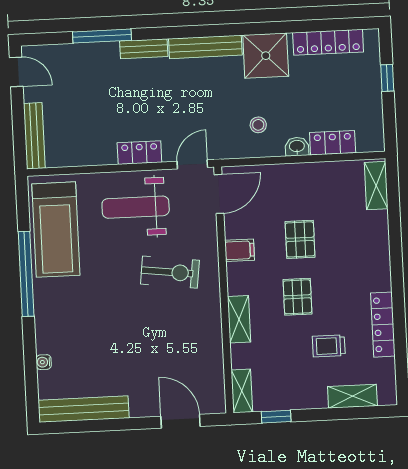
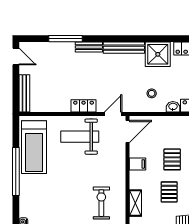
exercise bike: (170, 272) -> (101, 203), moved, turned -97

